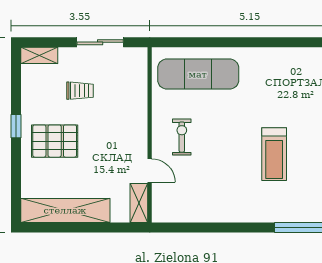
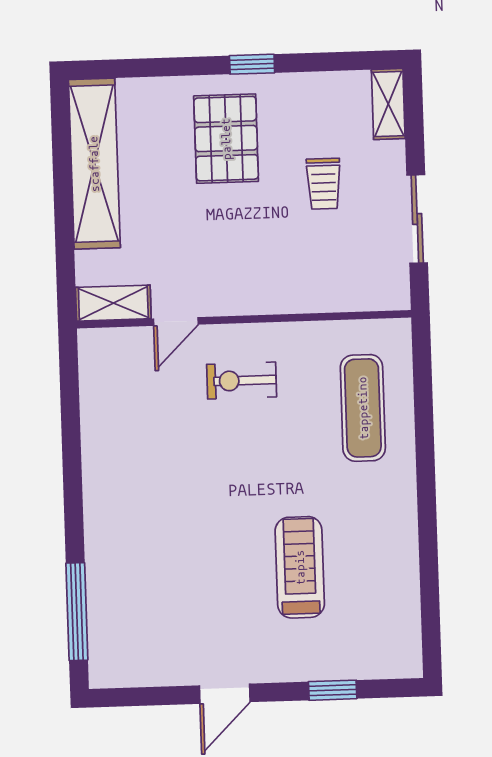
exercise mat: (198, 74) -> (363, 408), width x0.73, depth x0.69
exercise bike: (182, 137) -> (242, 381), turned 180
treadmill: (274, 154) -> (300, 567), moved, turned 90

